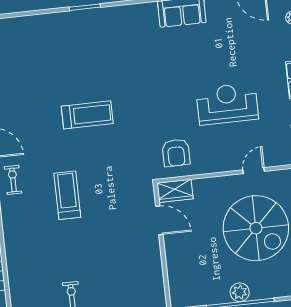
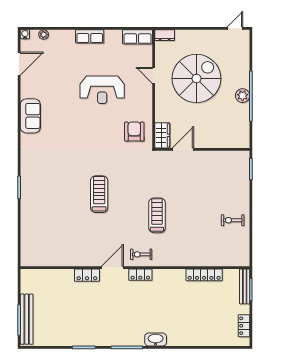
reception desk: (227, 104) -> (102, 90), turned -90
armchair: (176, 153) -> (134, 132), turned -90
treadmill: (67, 195) -> (157, 215), turned 90

